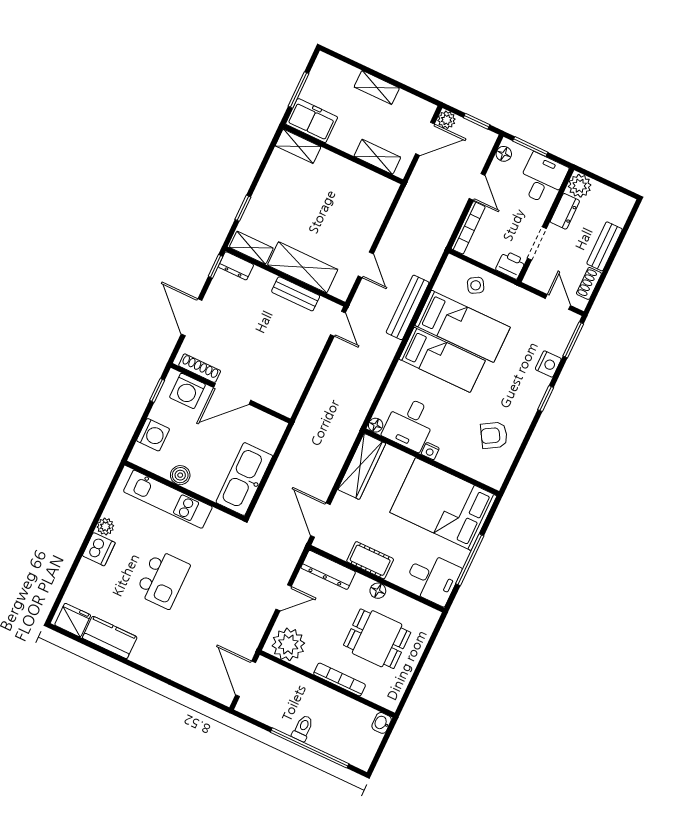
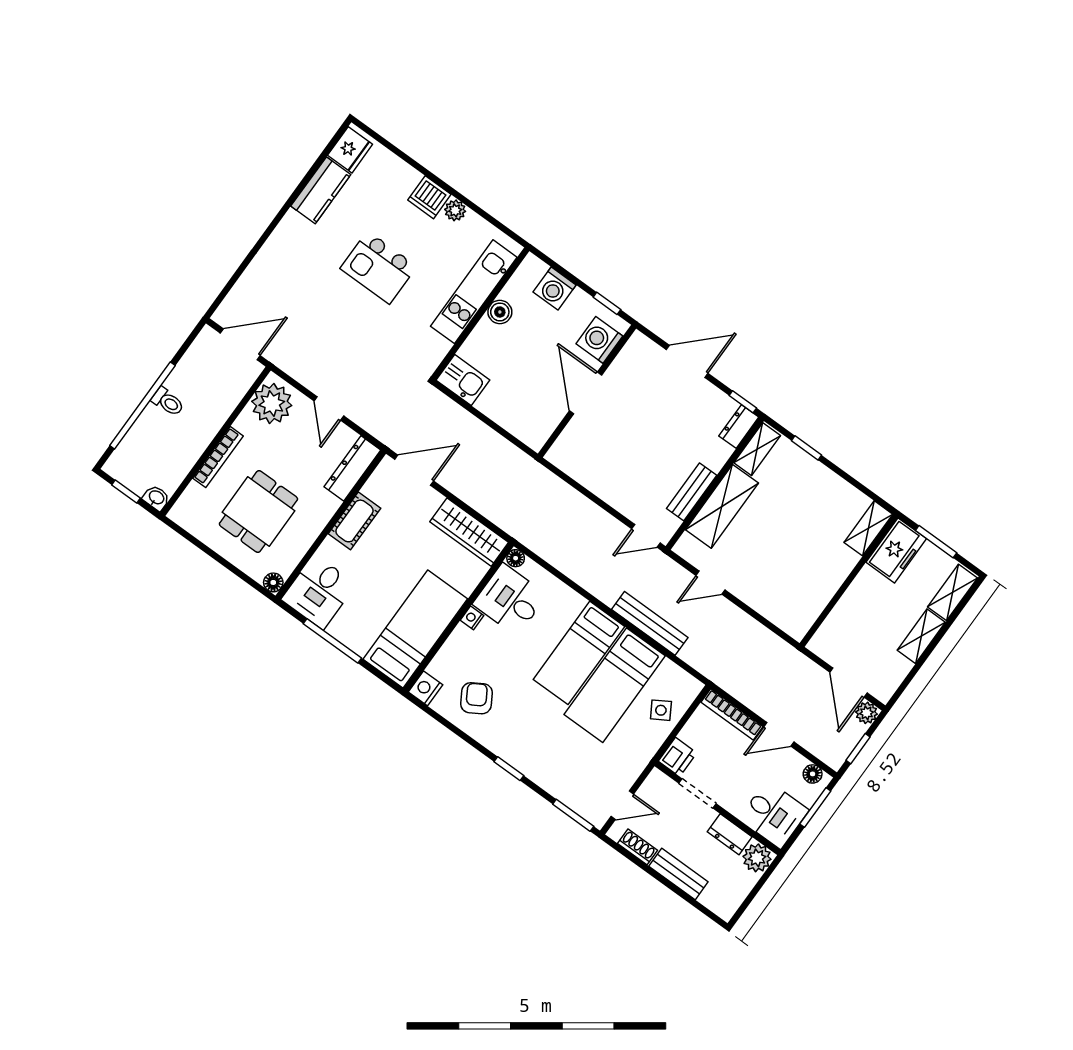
shelving: (377, 157) -> (953, 592), moved
nightstand: (548, 364) -> (425, 688), moved, turned 90
shoe rack: (200, 368) -> (624, 360), removed
kitchen sink: (244, 479) -> (463, 380), width x0.53, depth x0.81
bed: (443, 504) -> (415, 629), width x0.67
floor lamp: (378, 591) -> (273, 582), moved
window: (381, 748) -> (126, 491), added

